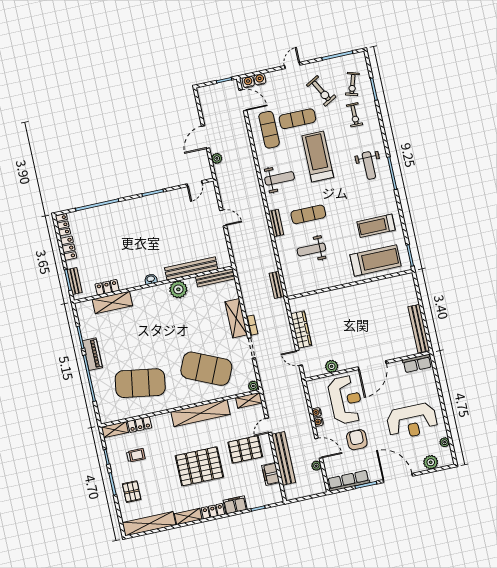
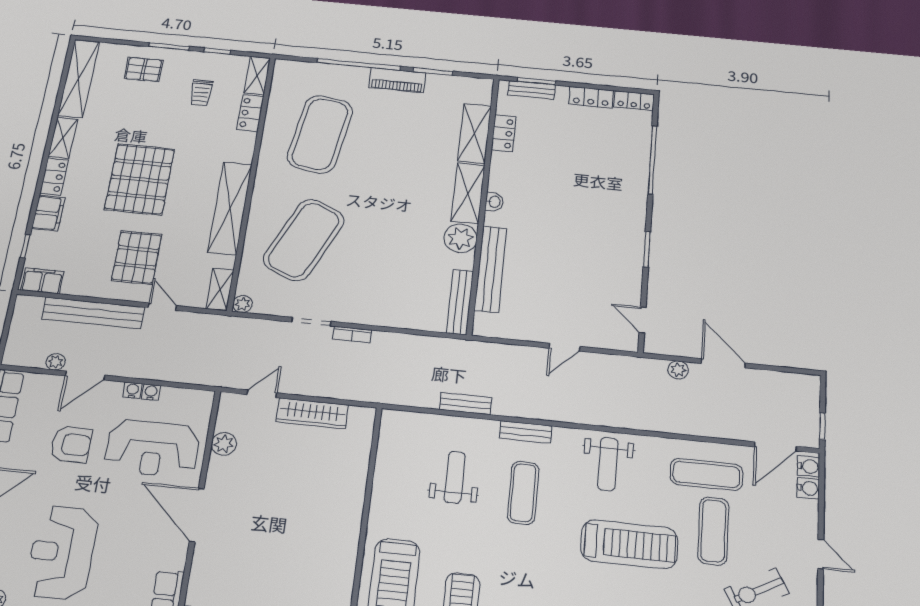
bench: (277, 285) -> (466, 404), moved
shelving: (236, 318) -> (468, 193), moved, turned 90
filing cabinet: (271, 474) -> (42, 281), moved

